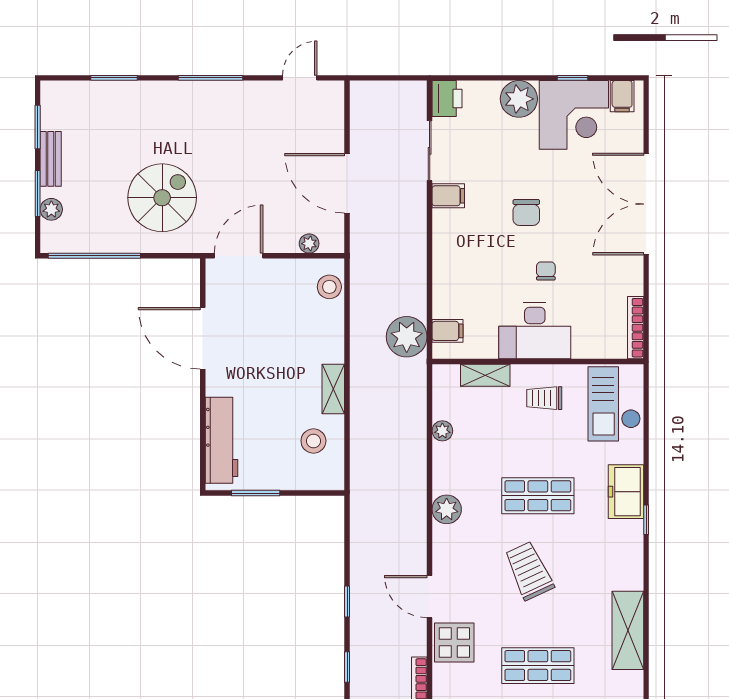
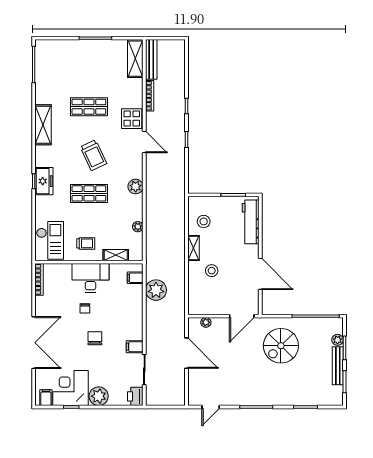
bench: (51, 159) -> (338, 366), width x1.36
stool: (329, 287) -> (212, 271), moved
plant: (407, 337) -> (156, 290), moved
freezer: (626, 492) -> (44, 181), moved

